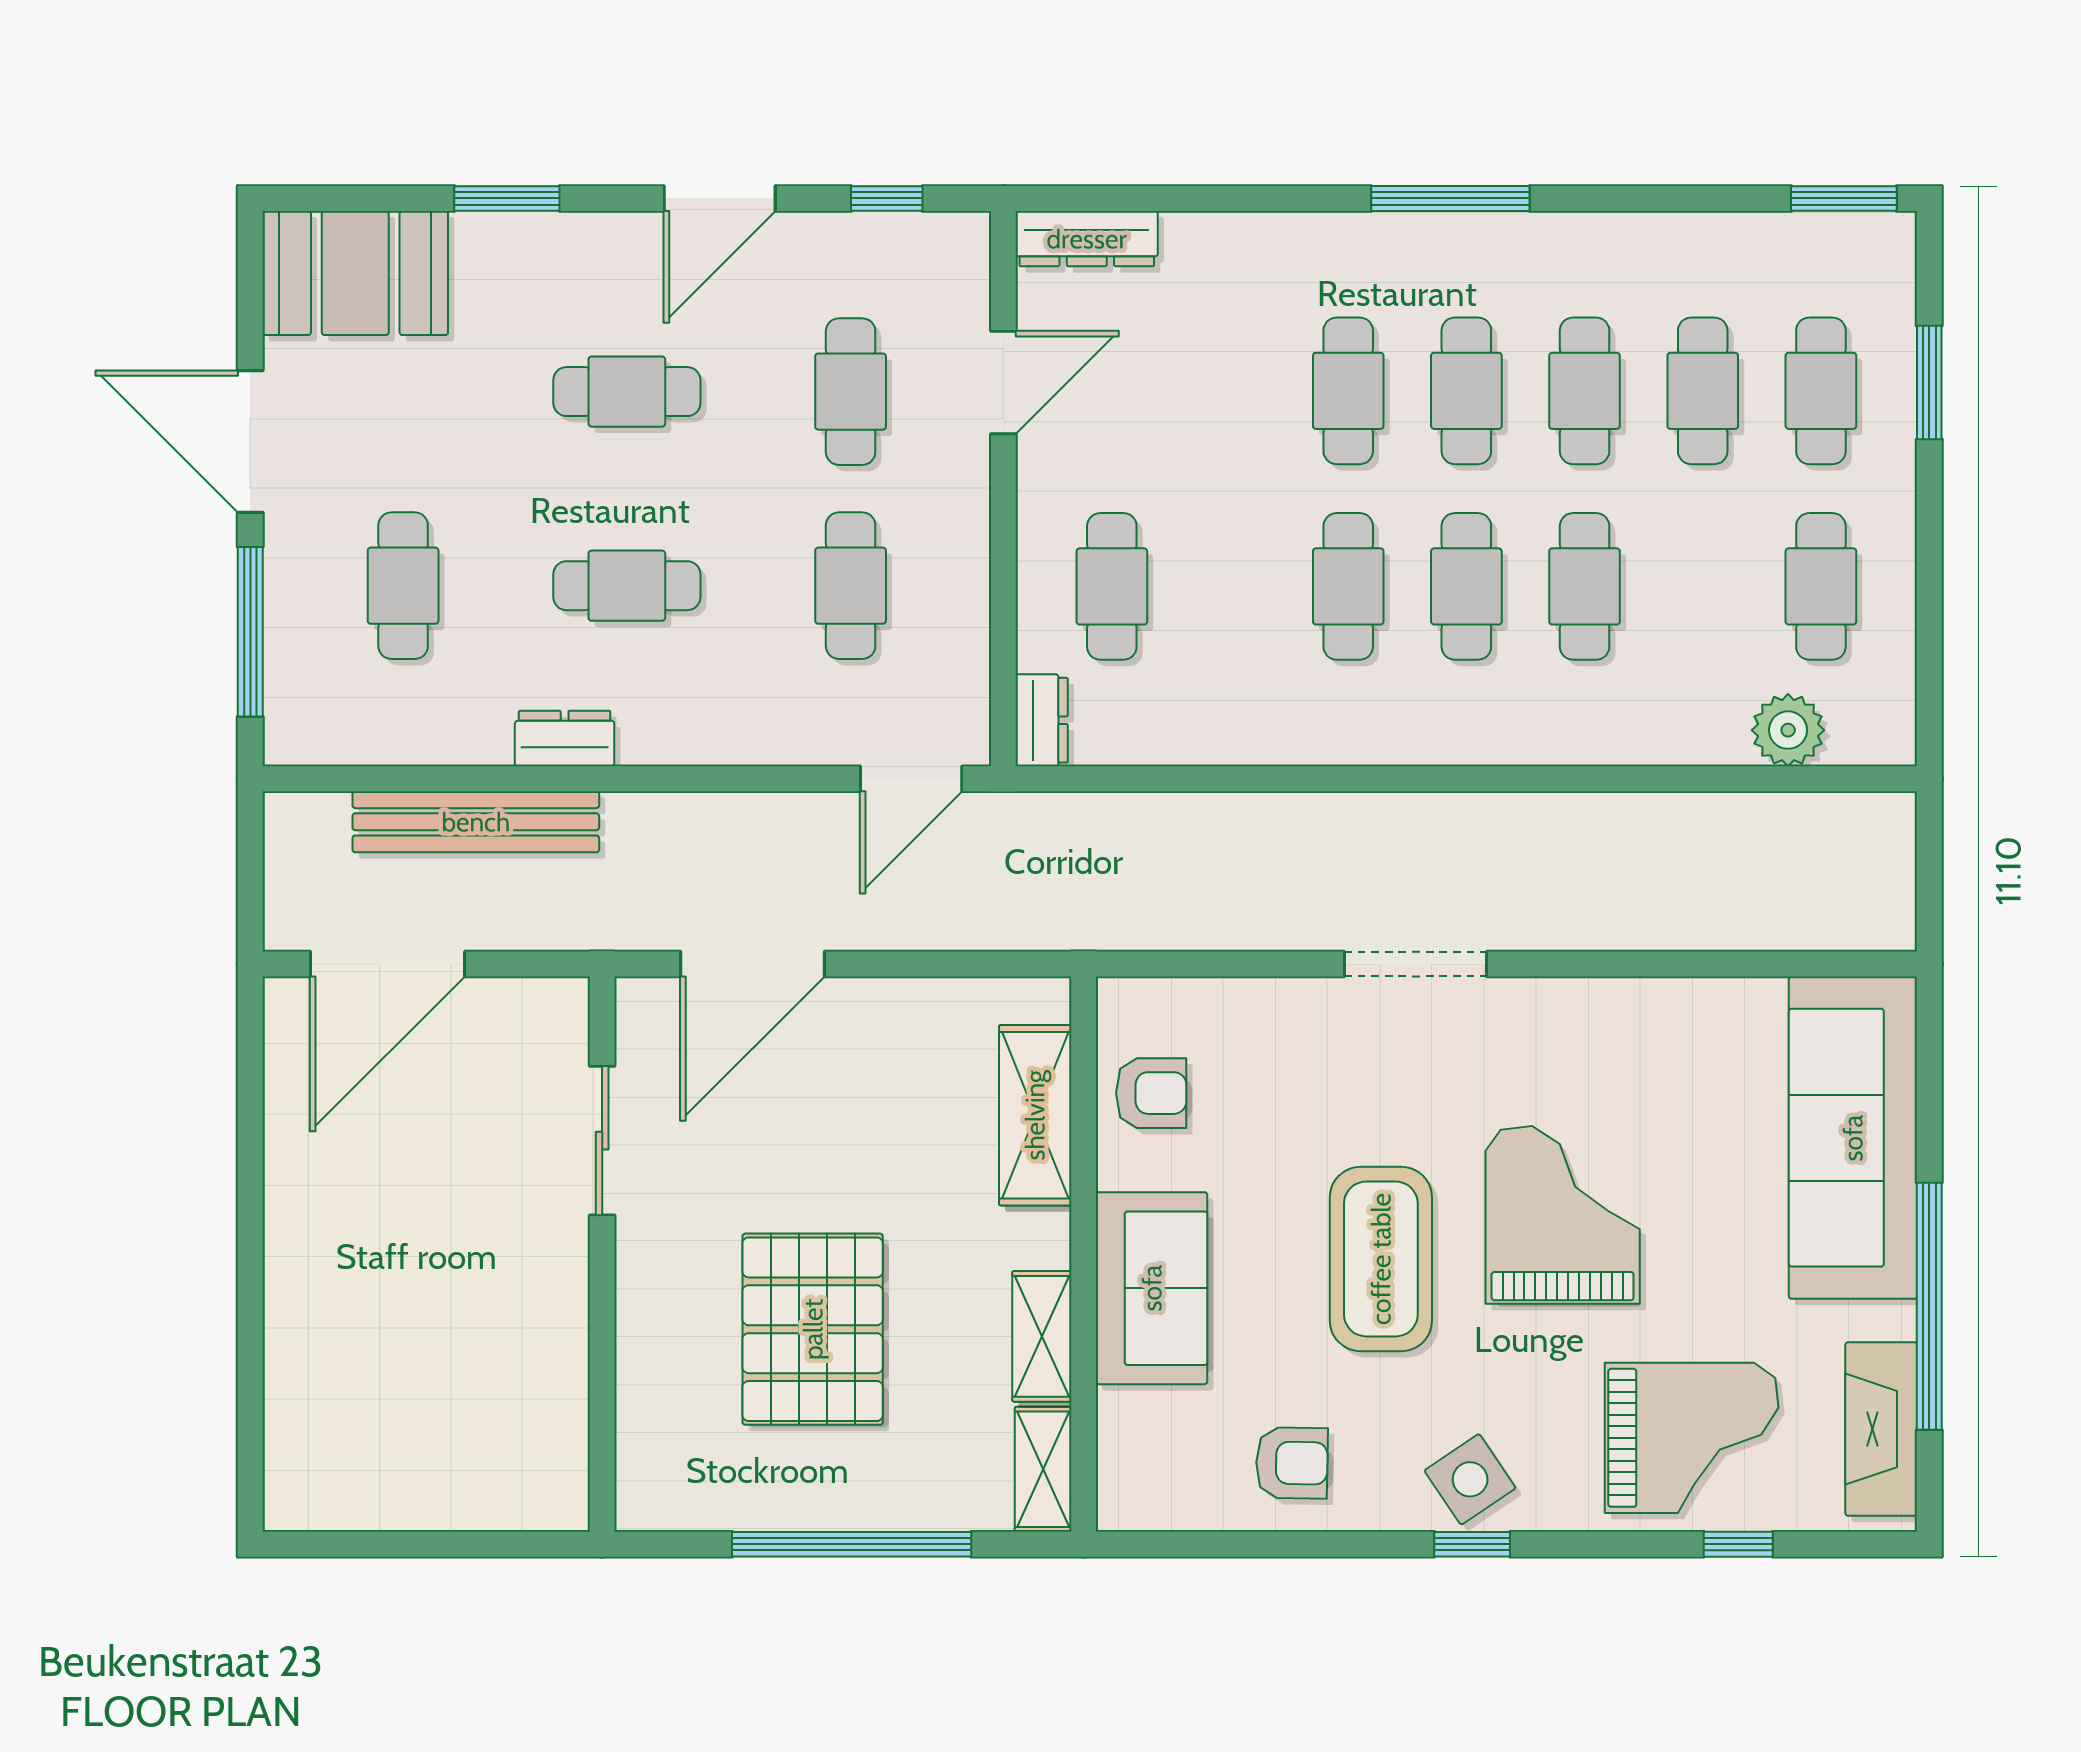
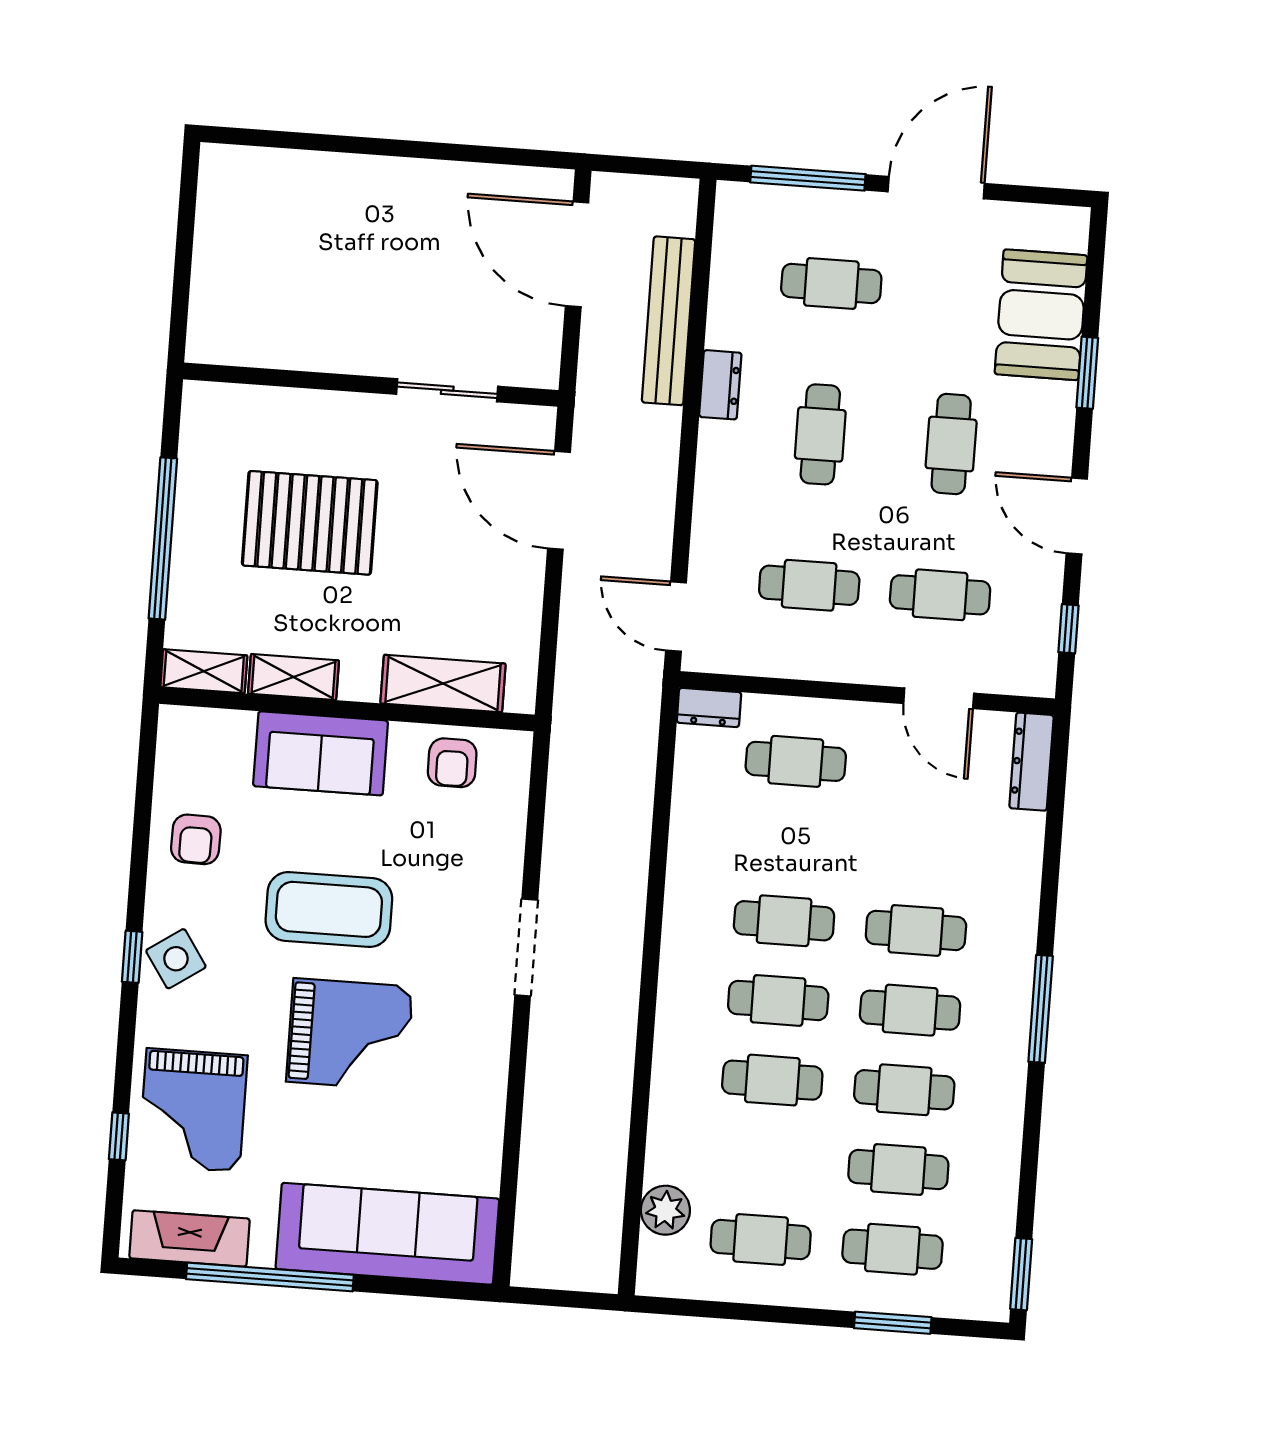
booth: (355, 273) -> (1041, 315), moved

